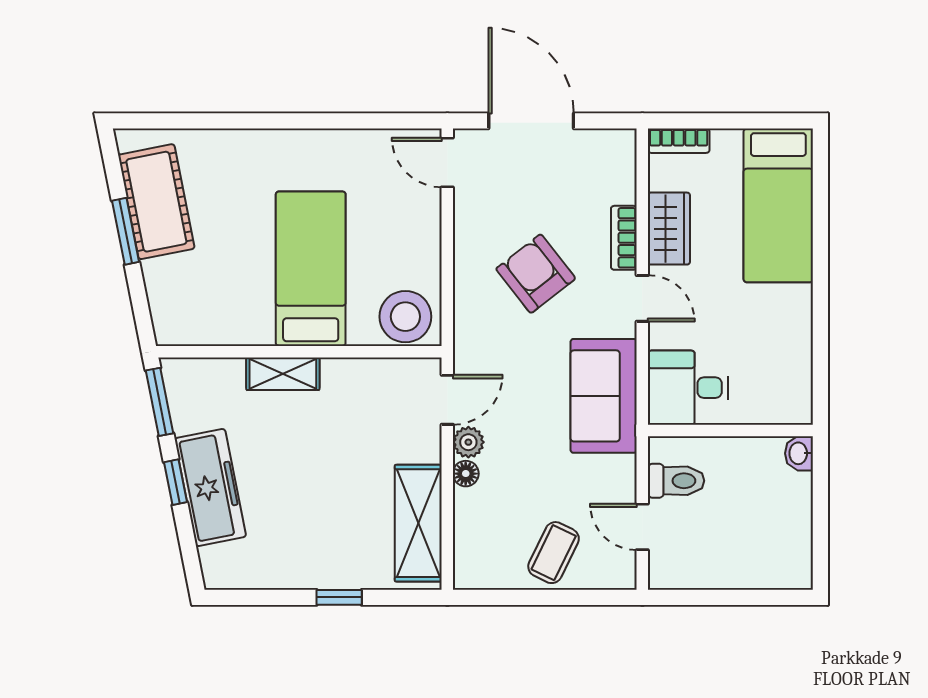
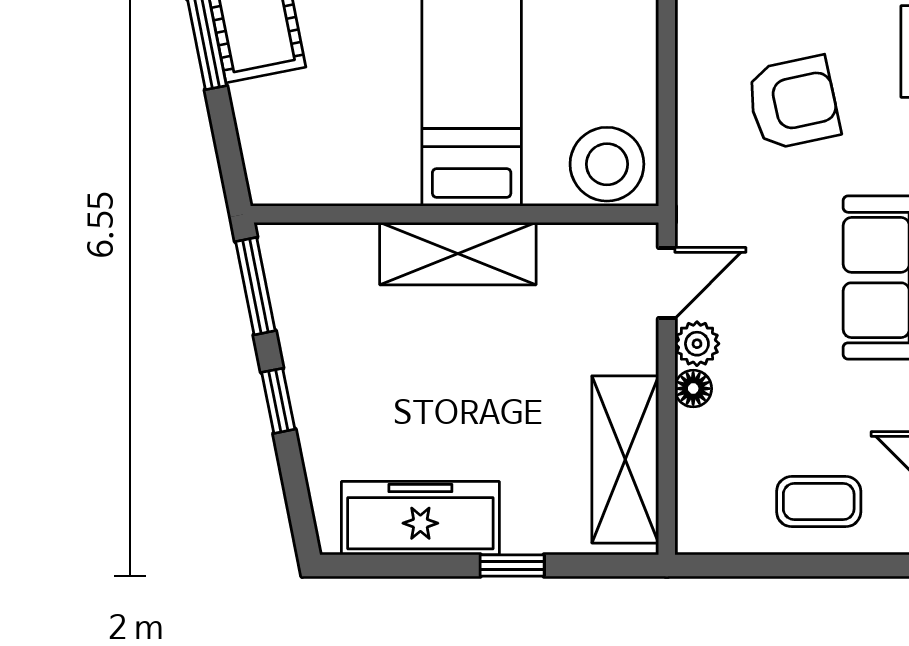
armchair: (536, 274) -> (793, 103), turned 116
shelving: (283, 374) -> (458, 254), width x1.50, depth x1.33
freezer: (210, 488) -> (420, 518), moved, turned -79
coffee table: (554, 553) -> (819, 502), turned 64

